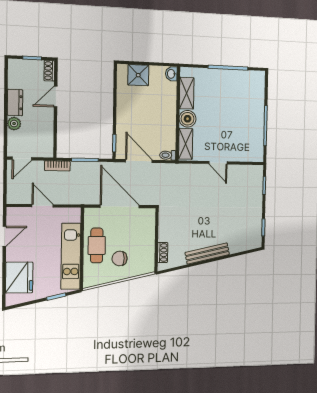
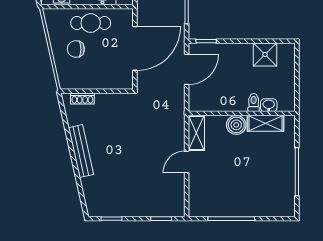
washbasin: (171, 74) -> (269, 105), moved
shower: (138, 75) -> (265, 54), moved
shelving: (186, 144) -> (196, 133), moved, turned 90
toilet: (168, 155) -> (254, 103), moved
chair: (120, 258) -> (76, 49), turned -90

